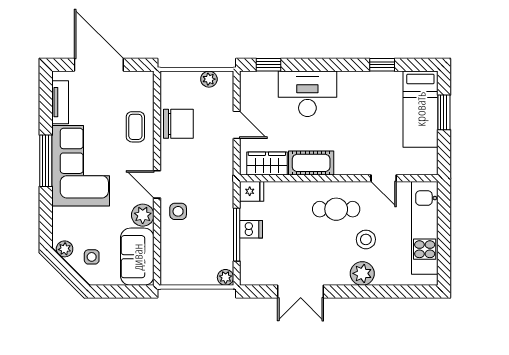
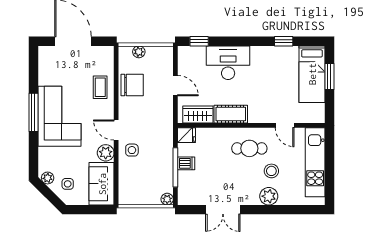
plant: (209, 79) -> (139, 52), moved
tv unit: (60, 102) -> (44, 69), removed

